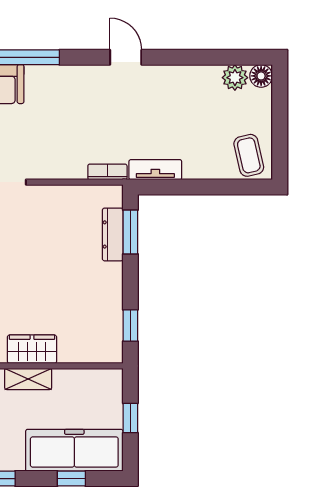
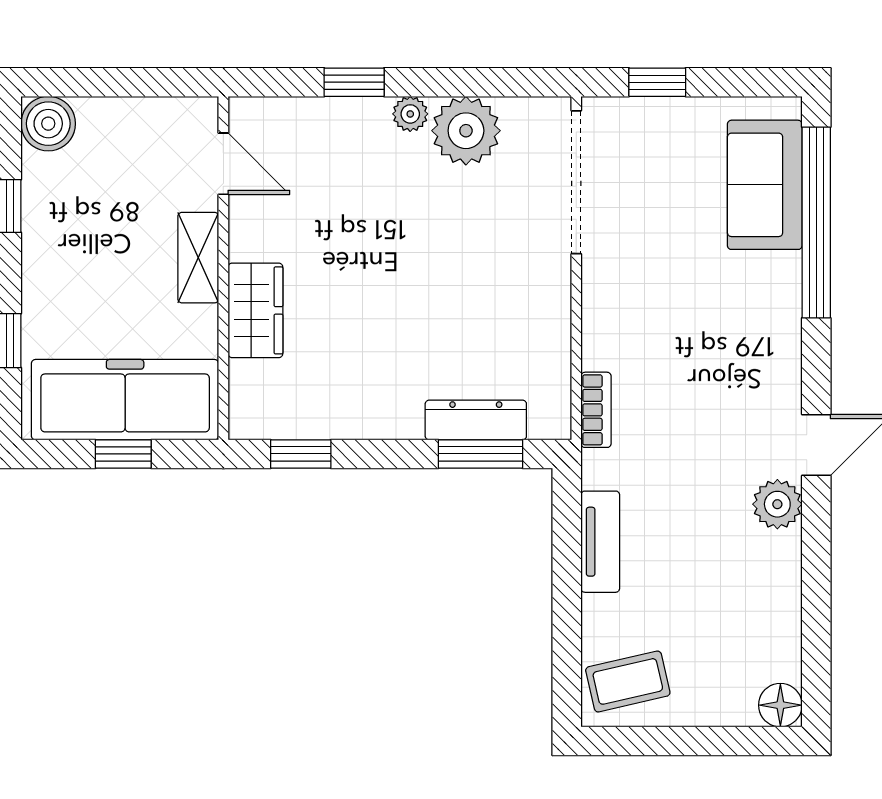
plant: (235, 78) -> (777, 504), moved
tv unit: (155, 170) -> (600, 542), moved
wardrobe: (32, 349) -> (255, 310), moved
freezer: (74, 450) -> (125, 400), moved, turned -90

